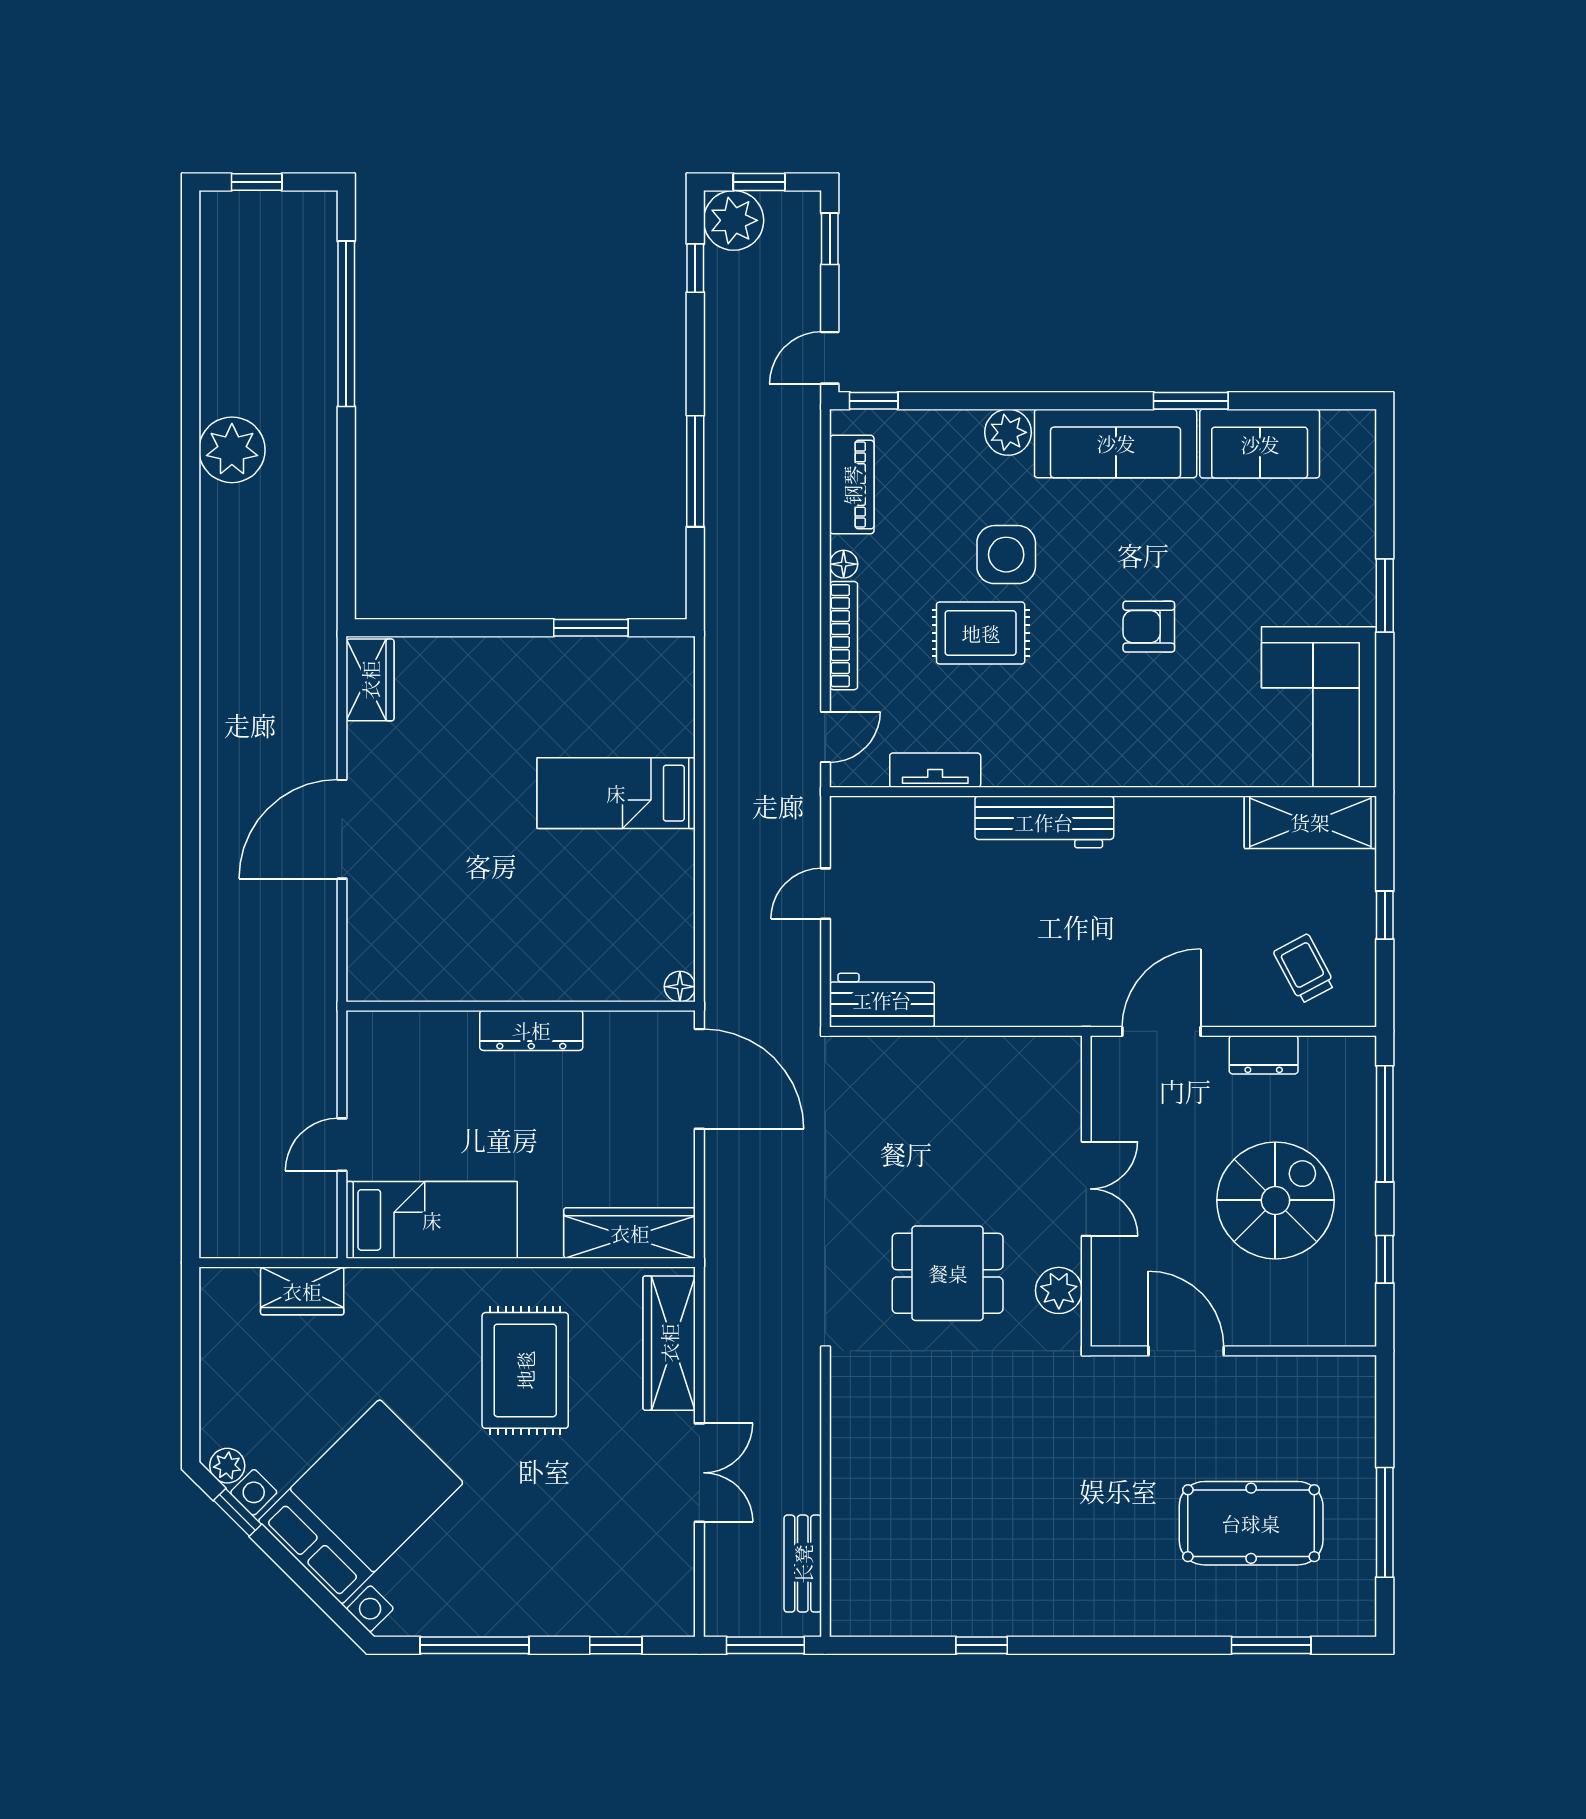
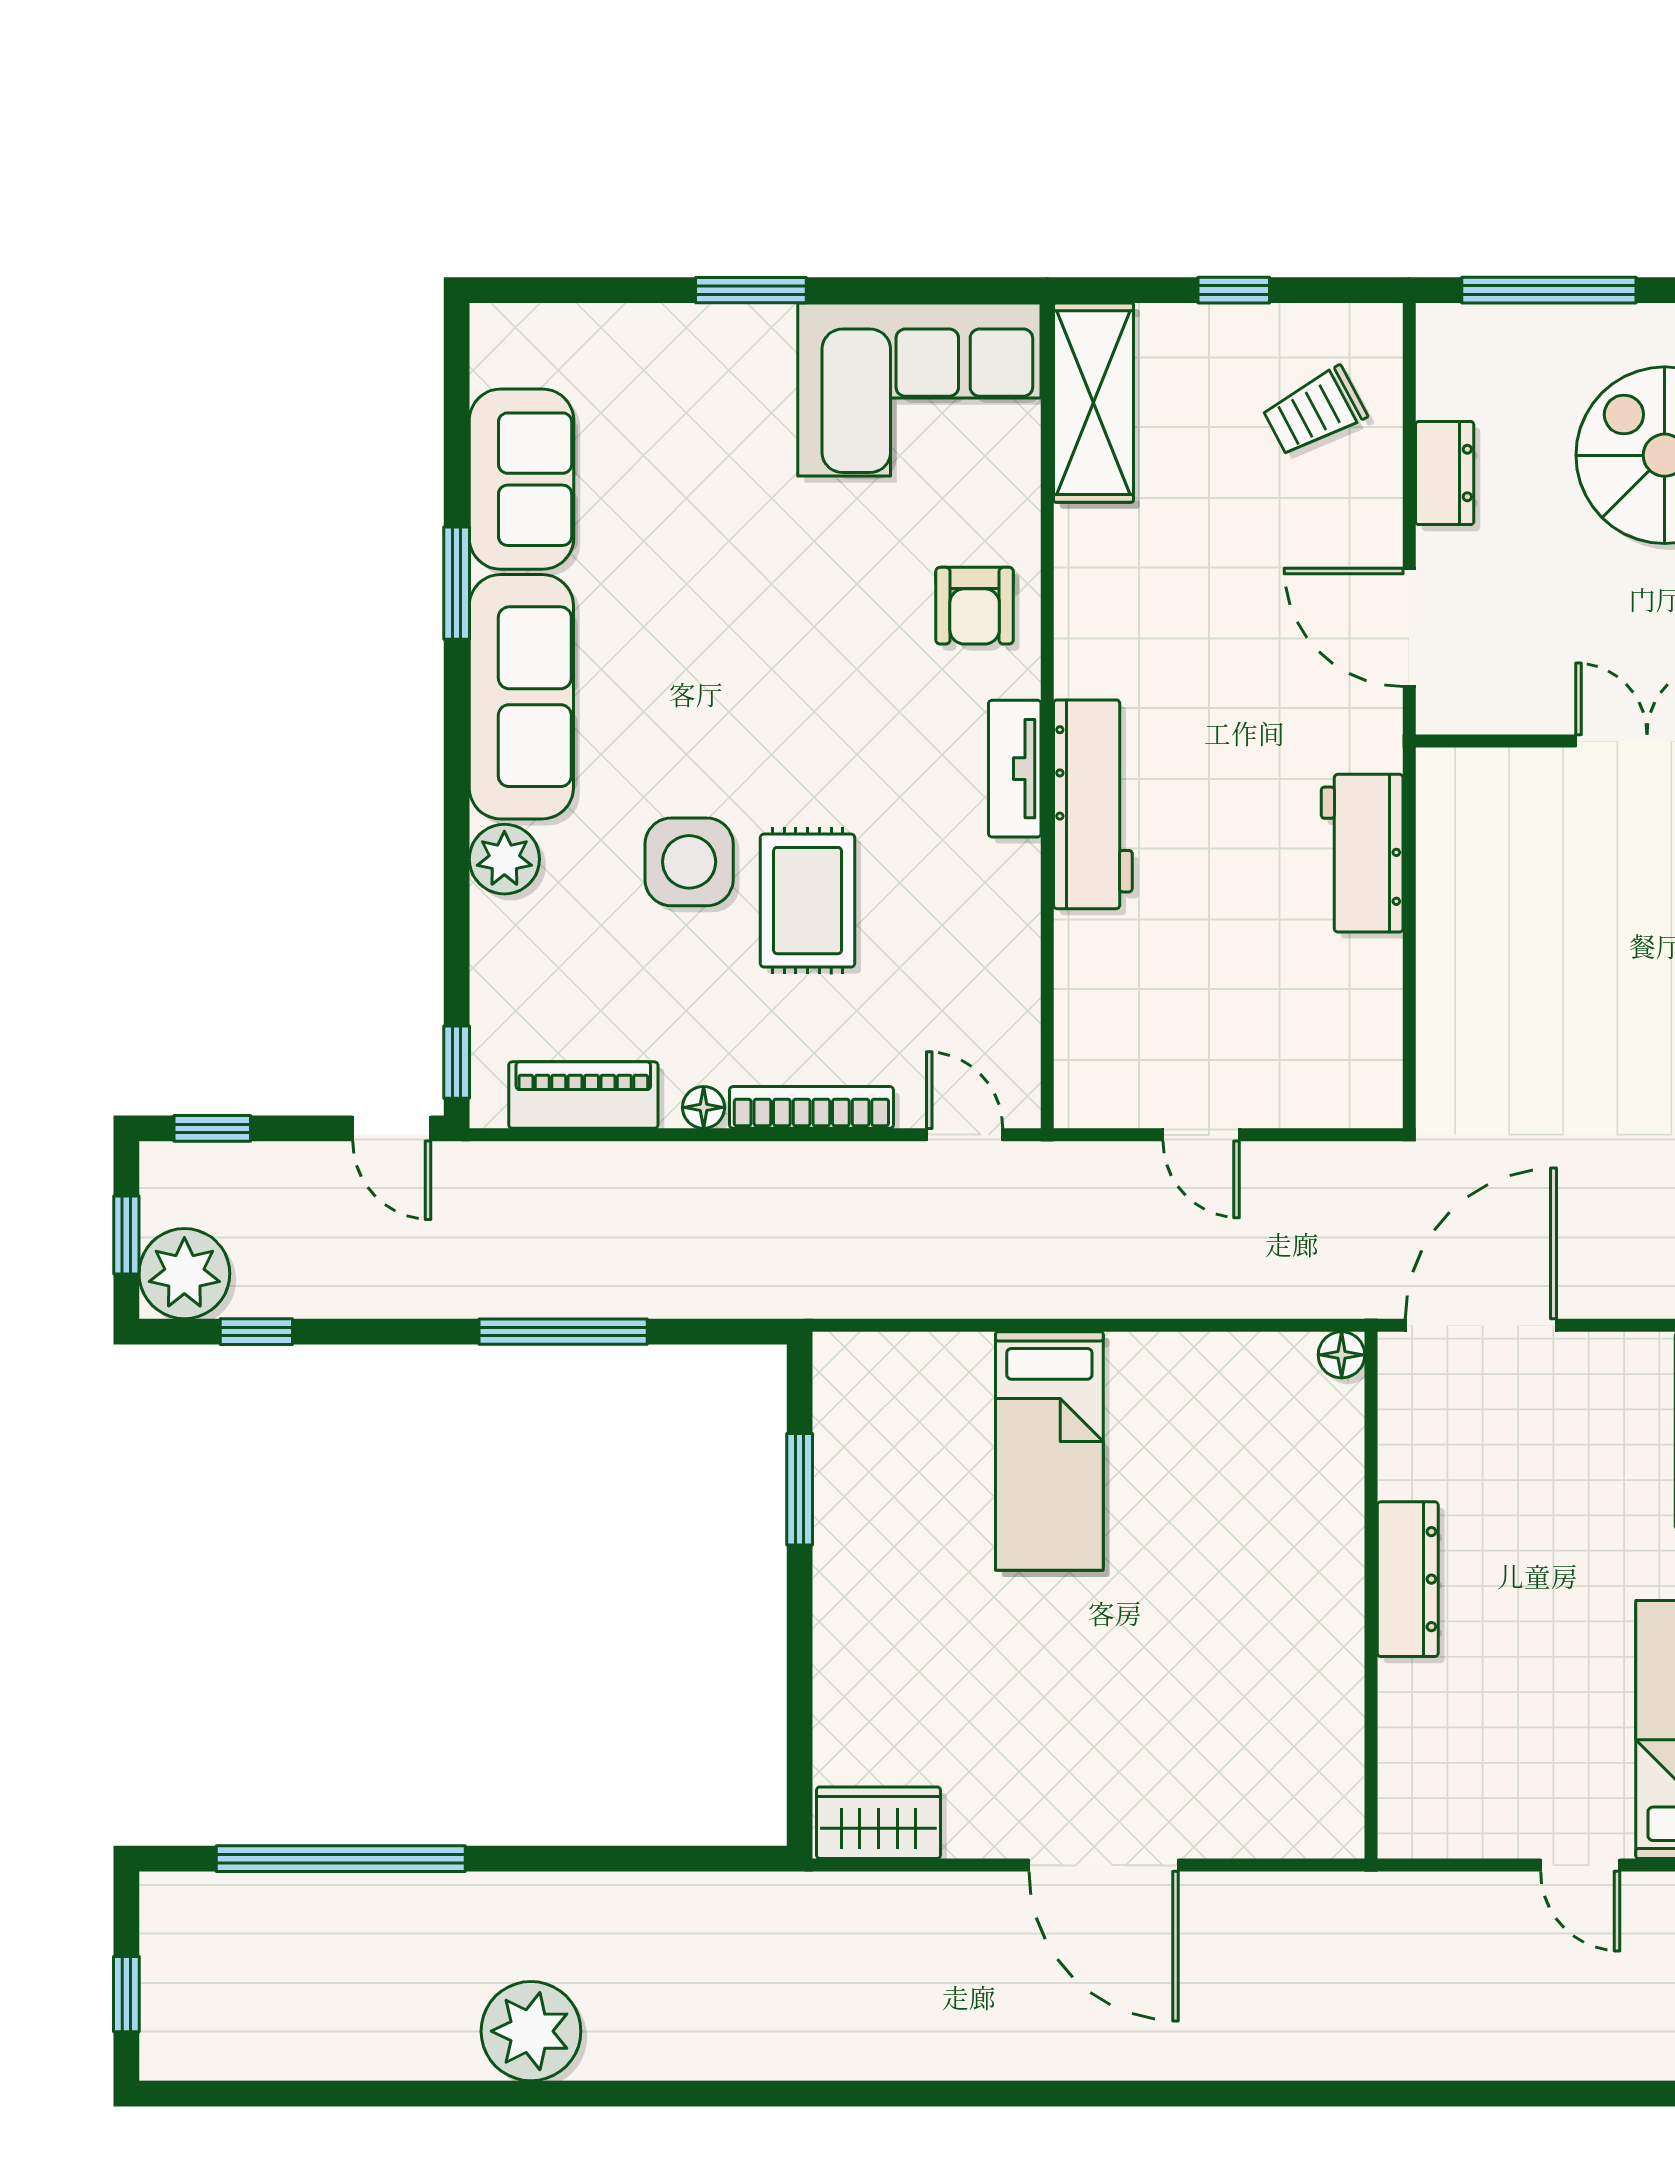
armchair: (1149, 627) -> (975, 606), moved
tv unit: (935, 770) -> (1015, 769), moved
workbench: (882, 1000) -> (1362, 853), moved

